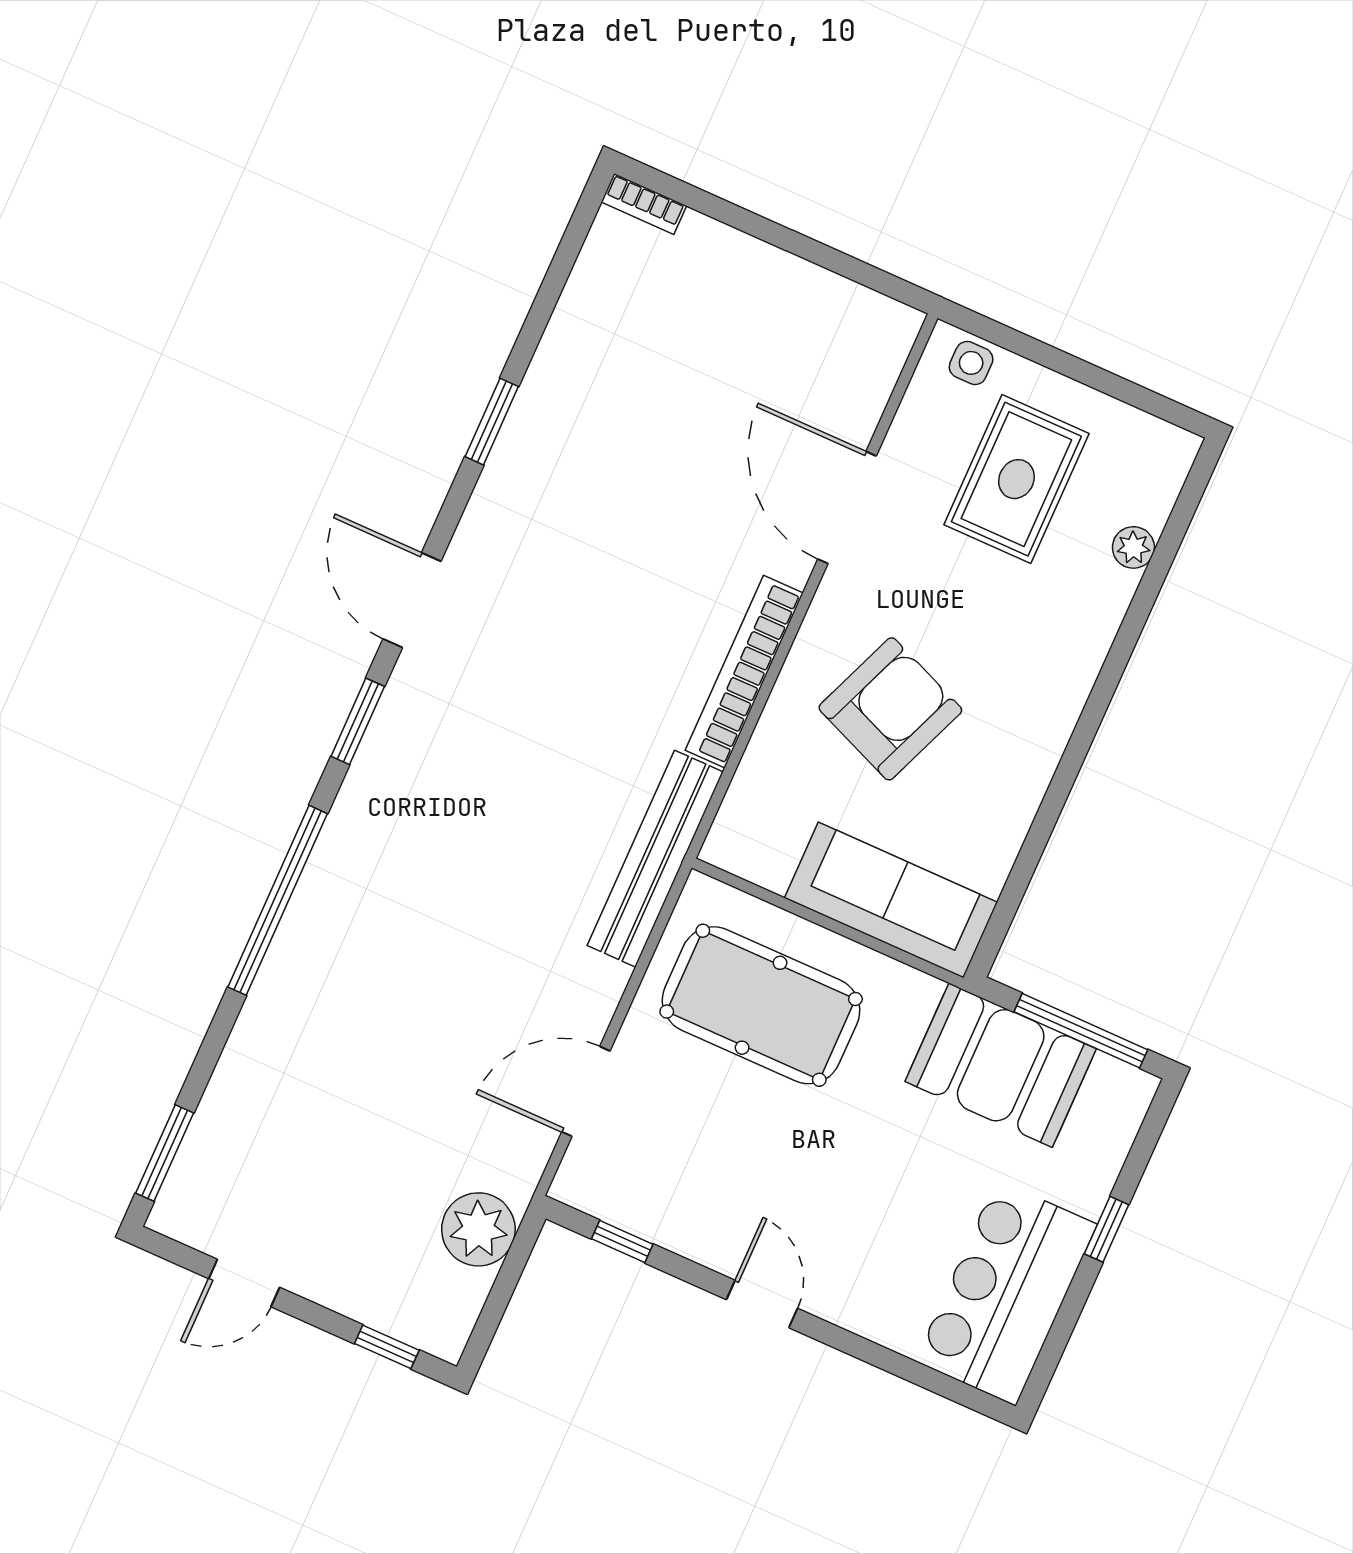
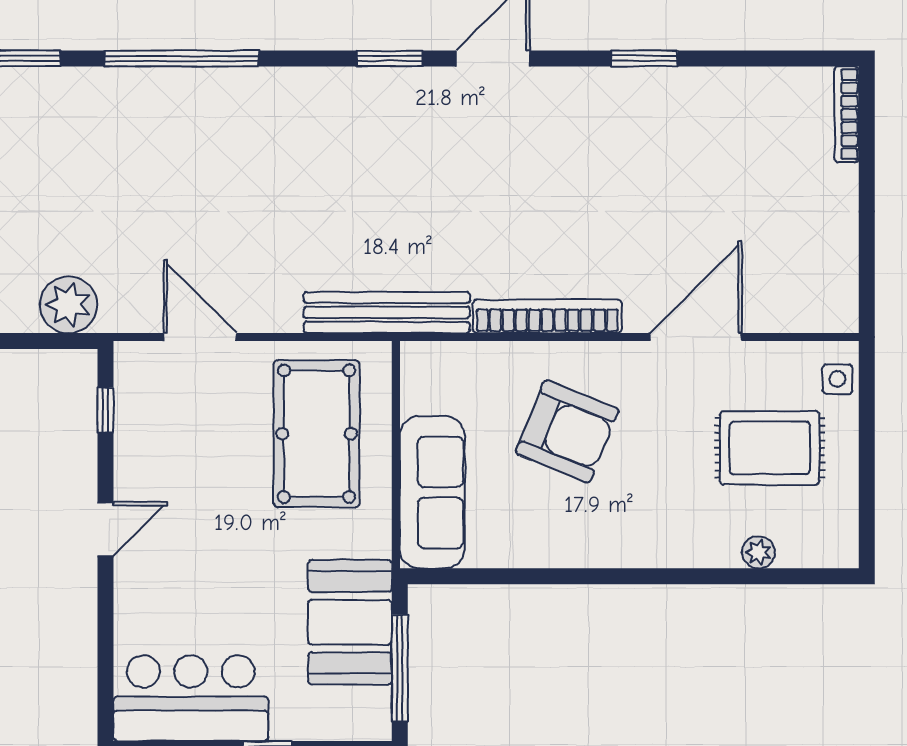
bookcase: (644, 204) -> (847, 114), width x1.56
window: (278, 900) -> (182, 58), moved

